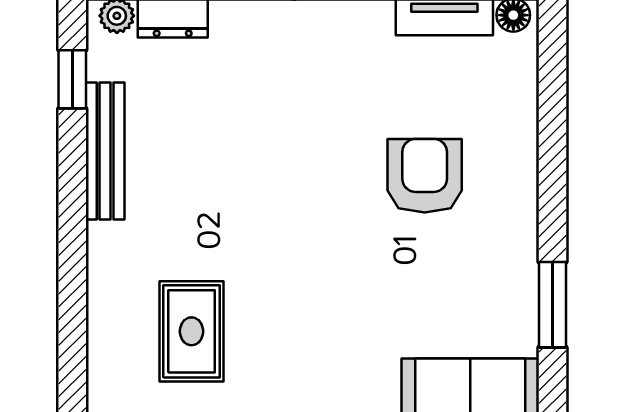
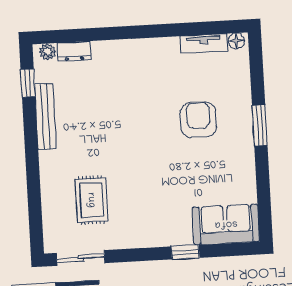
window: (552, 305) -> (260, 125), moved

